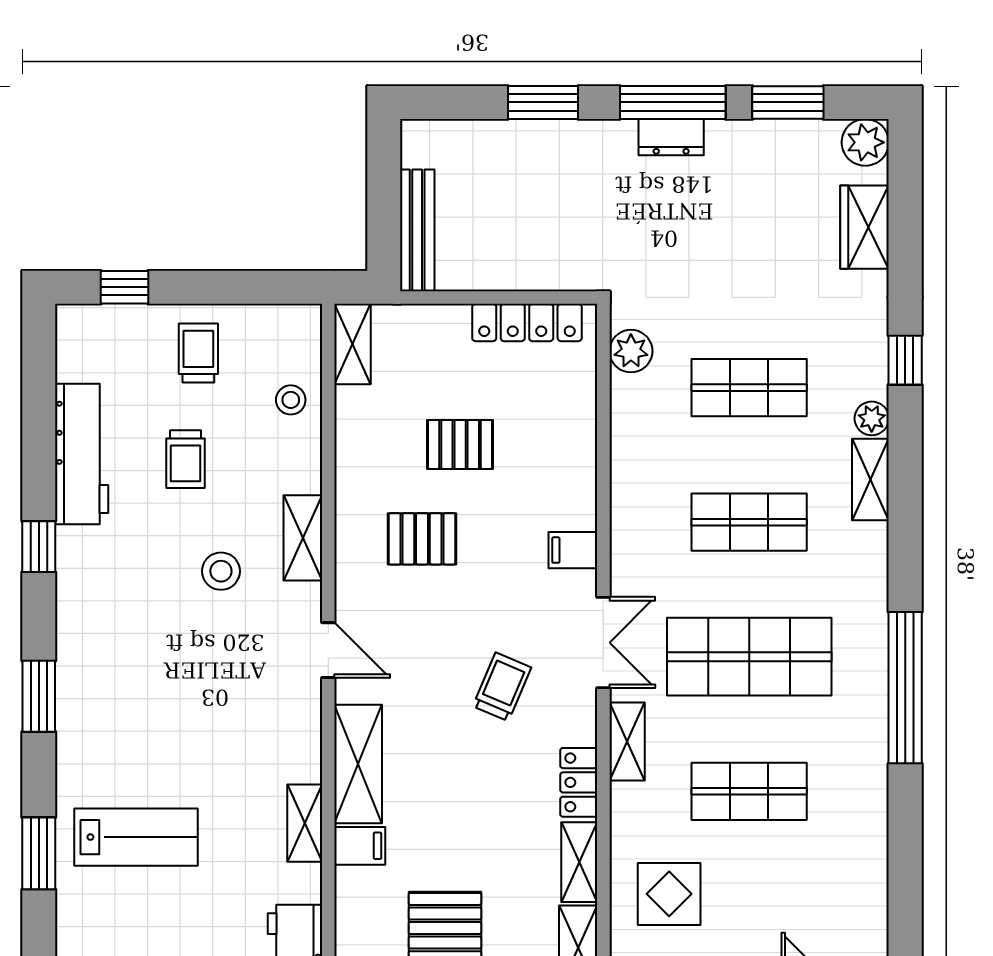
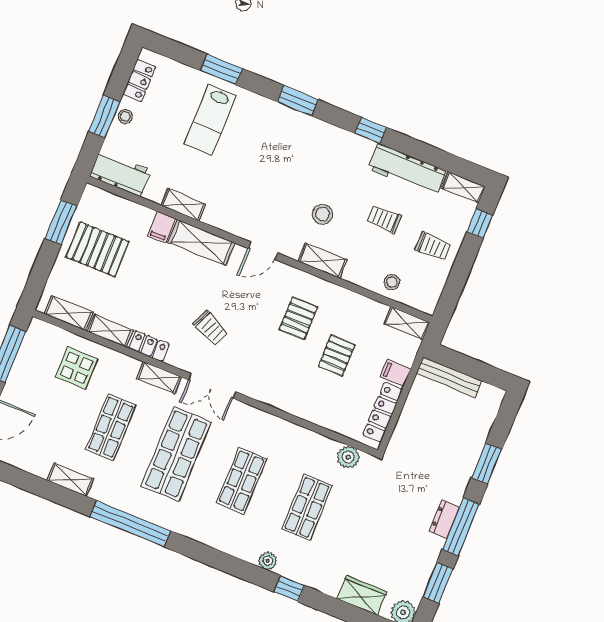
shelving: (72, 342) -> (463, 187), added
shelving: (870, 480) -> (70, 480), moved
filing cabinet: (573, 550) -> (396, 373), moved, turned -90

